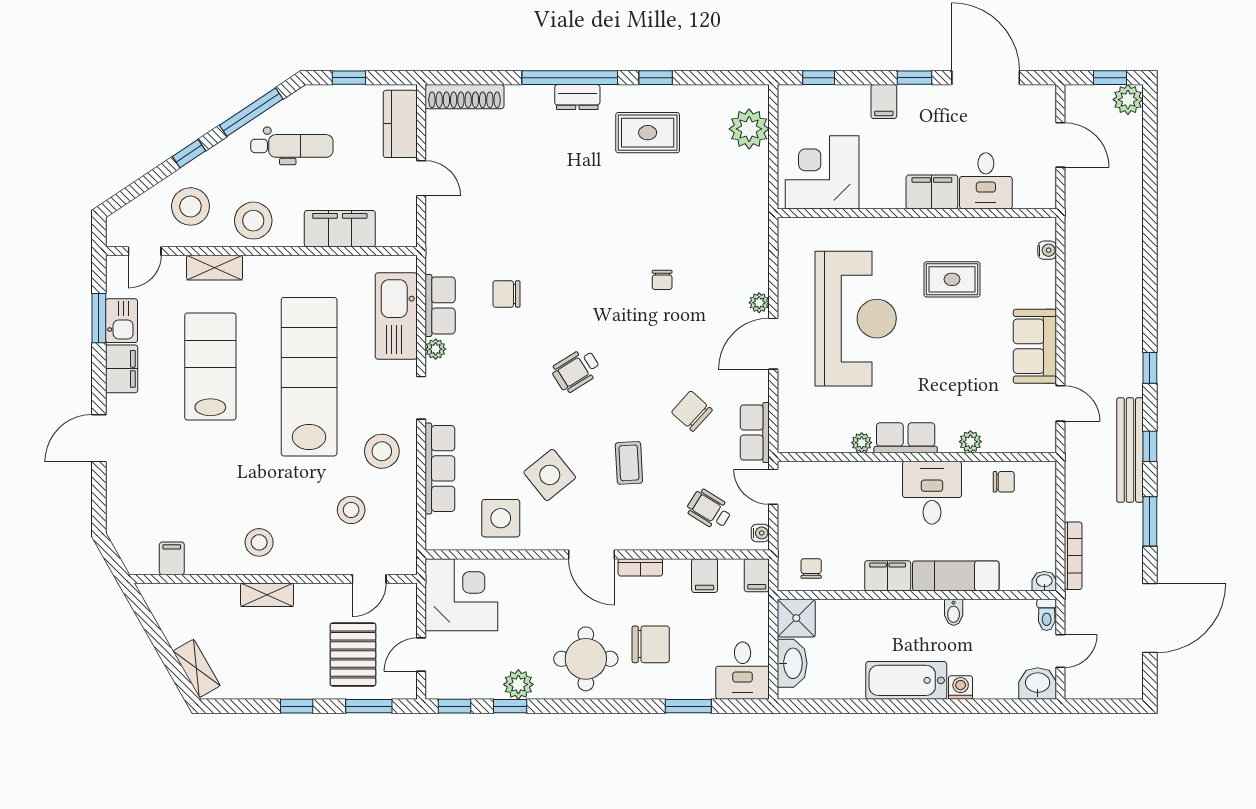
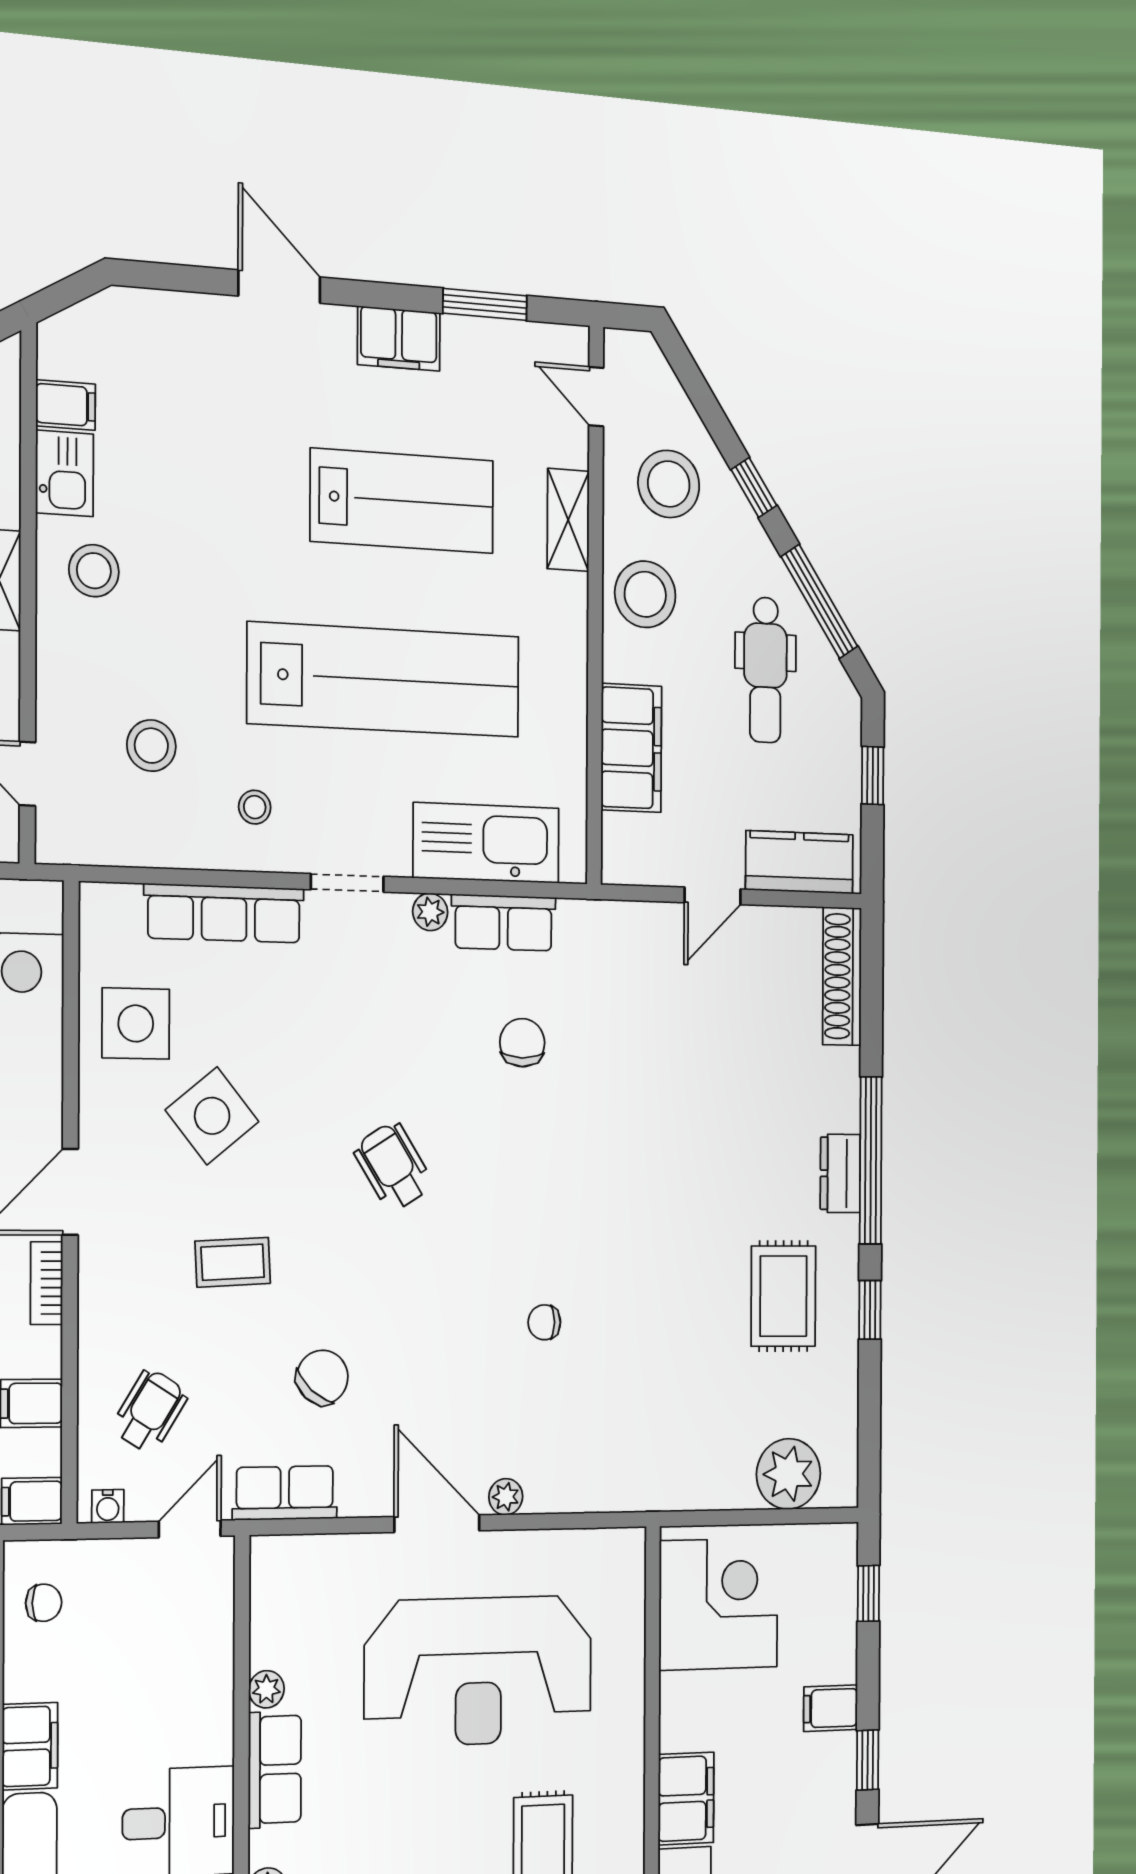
kitchen sink: (121, 321) -> (65, 473), moved, turned -90
stool: (382, 451) -> (255, 807), width x0.53, depth x0.53

